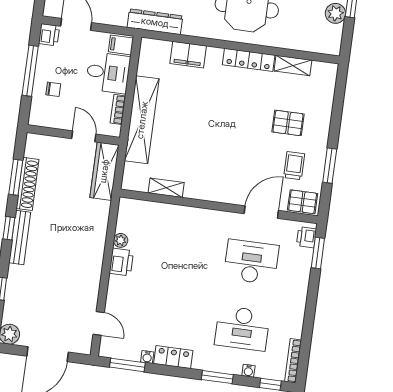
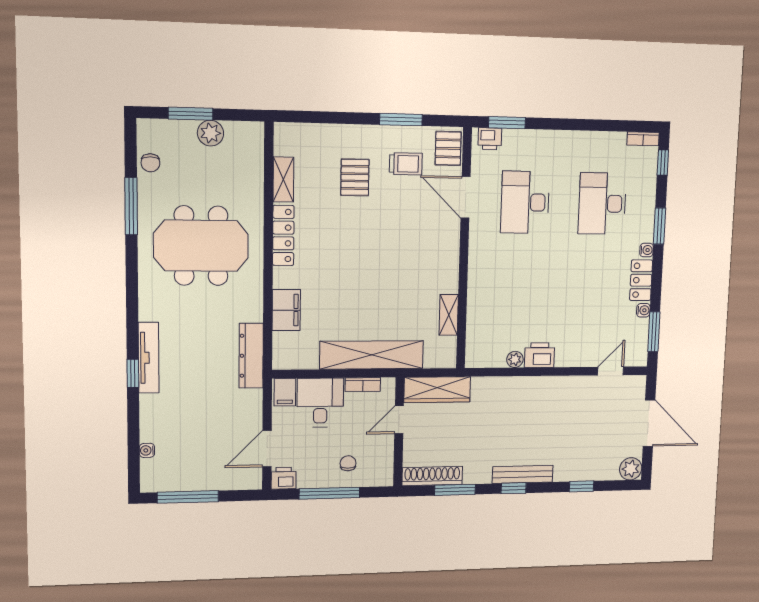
trolley: (294, 166) -> (406, 164), turned 180
shoe rack: (28, 184) -> (432, 476), moved
desk: (242, 328) -> (602, 204), turned 180
bookcase: (293, 361) -> (643, 139), width x0.64
water cooler: (248, 371) -> (646, 250), moved

